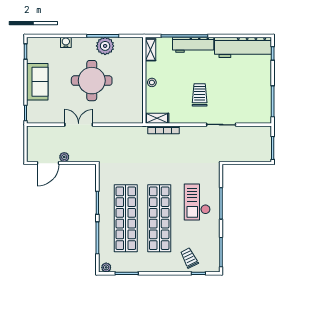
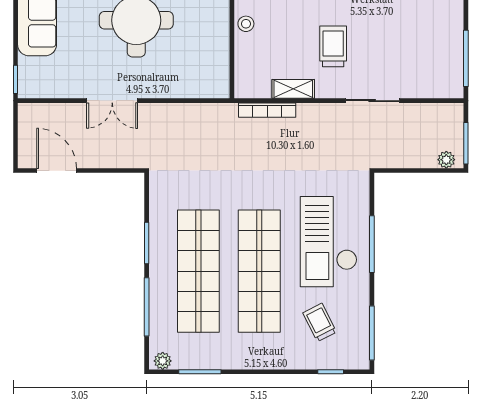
shelving: (157, 118) -> (293, 89), moved
double door: (79, 125) -> (112, 101), swing flipped
plant: (64, 157) -> (446, 160), moved
door: (48, 163) -> (57, 171), swing flipped
checkout: (197, 202) -> (329, 242), width x1.36, depth x1.21
trolley: (189, 258) -> (320, 322), moved

